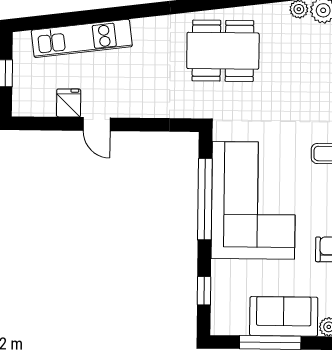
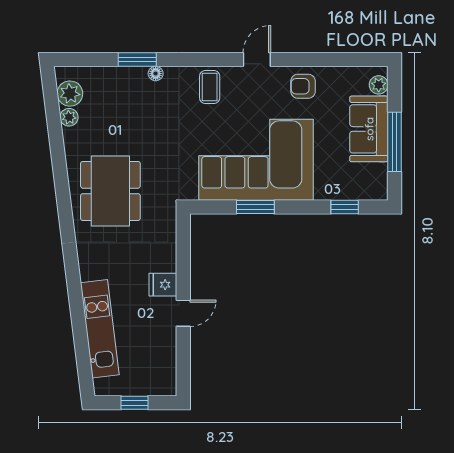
fridge: (69, 103) -> (163, 285), moved
window: (205, 199) -> (255, 207), width x0.47

